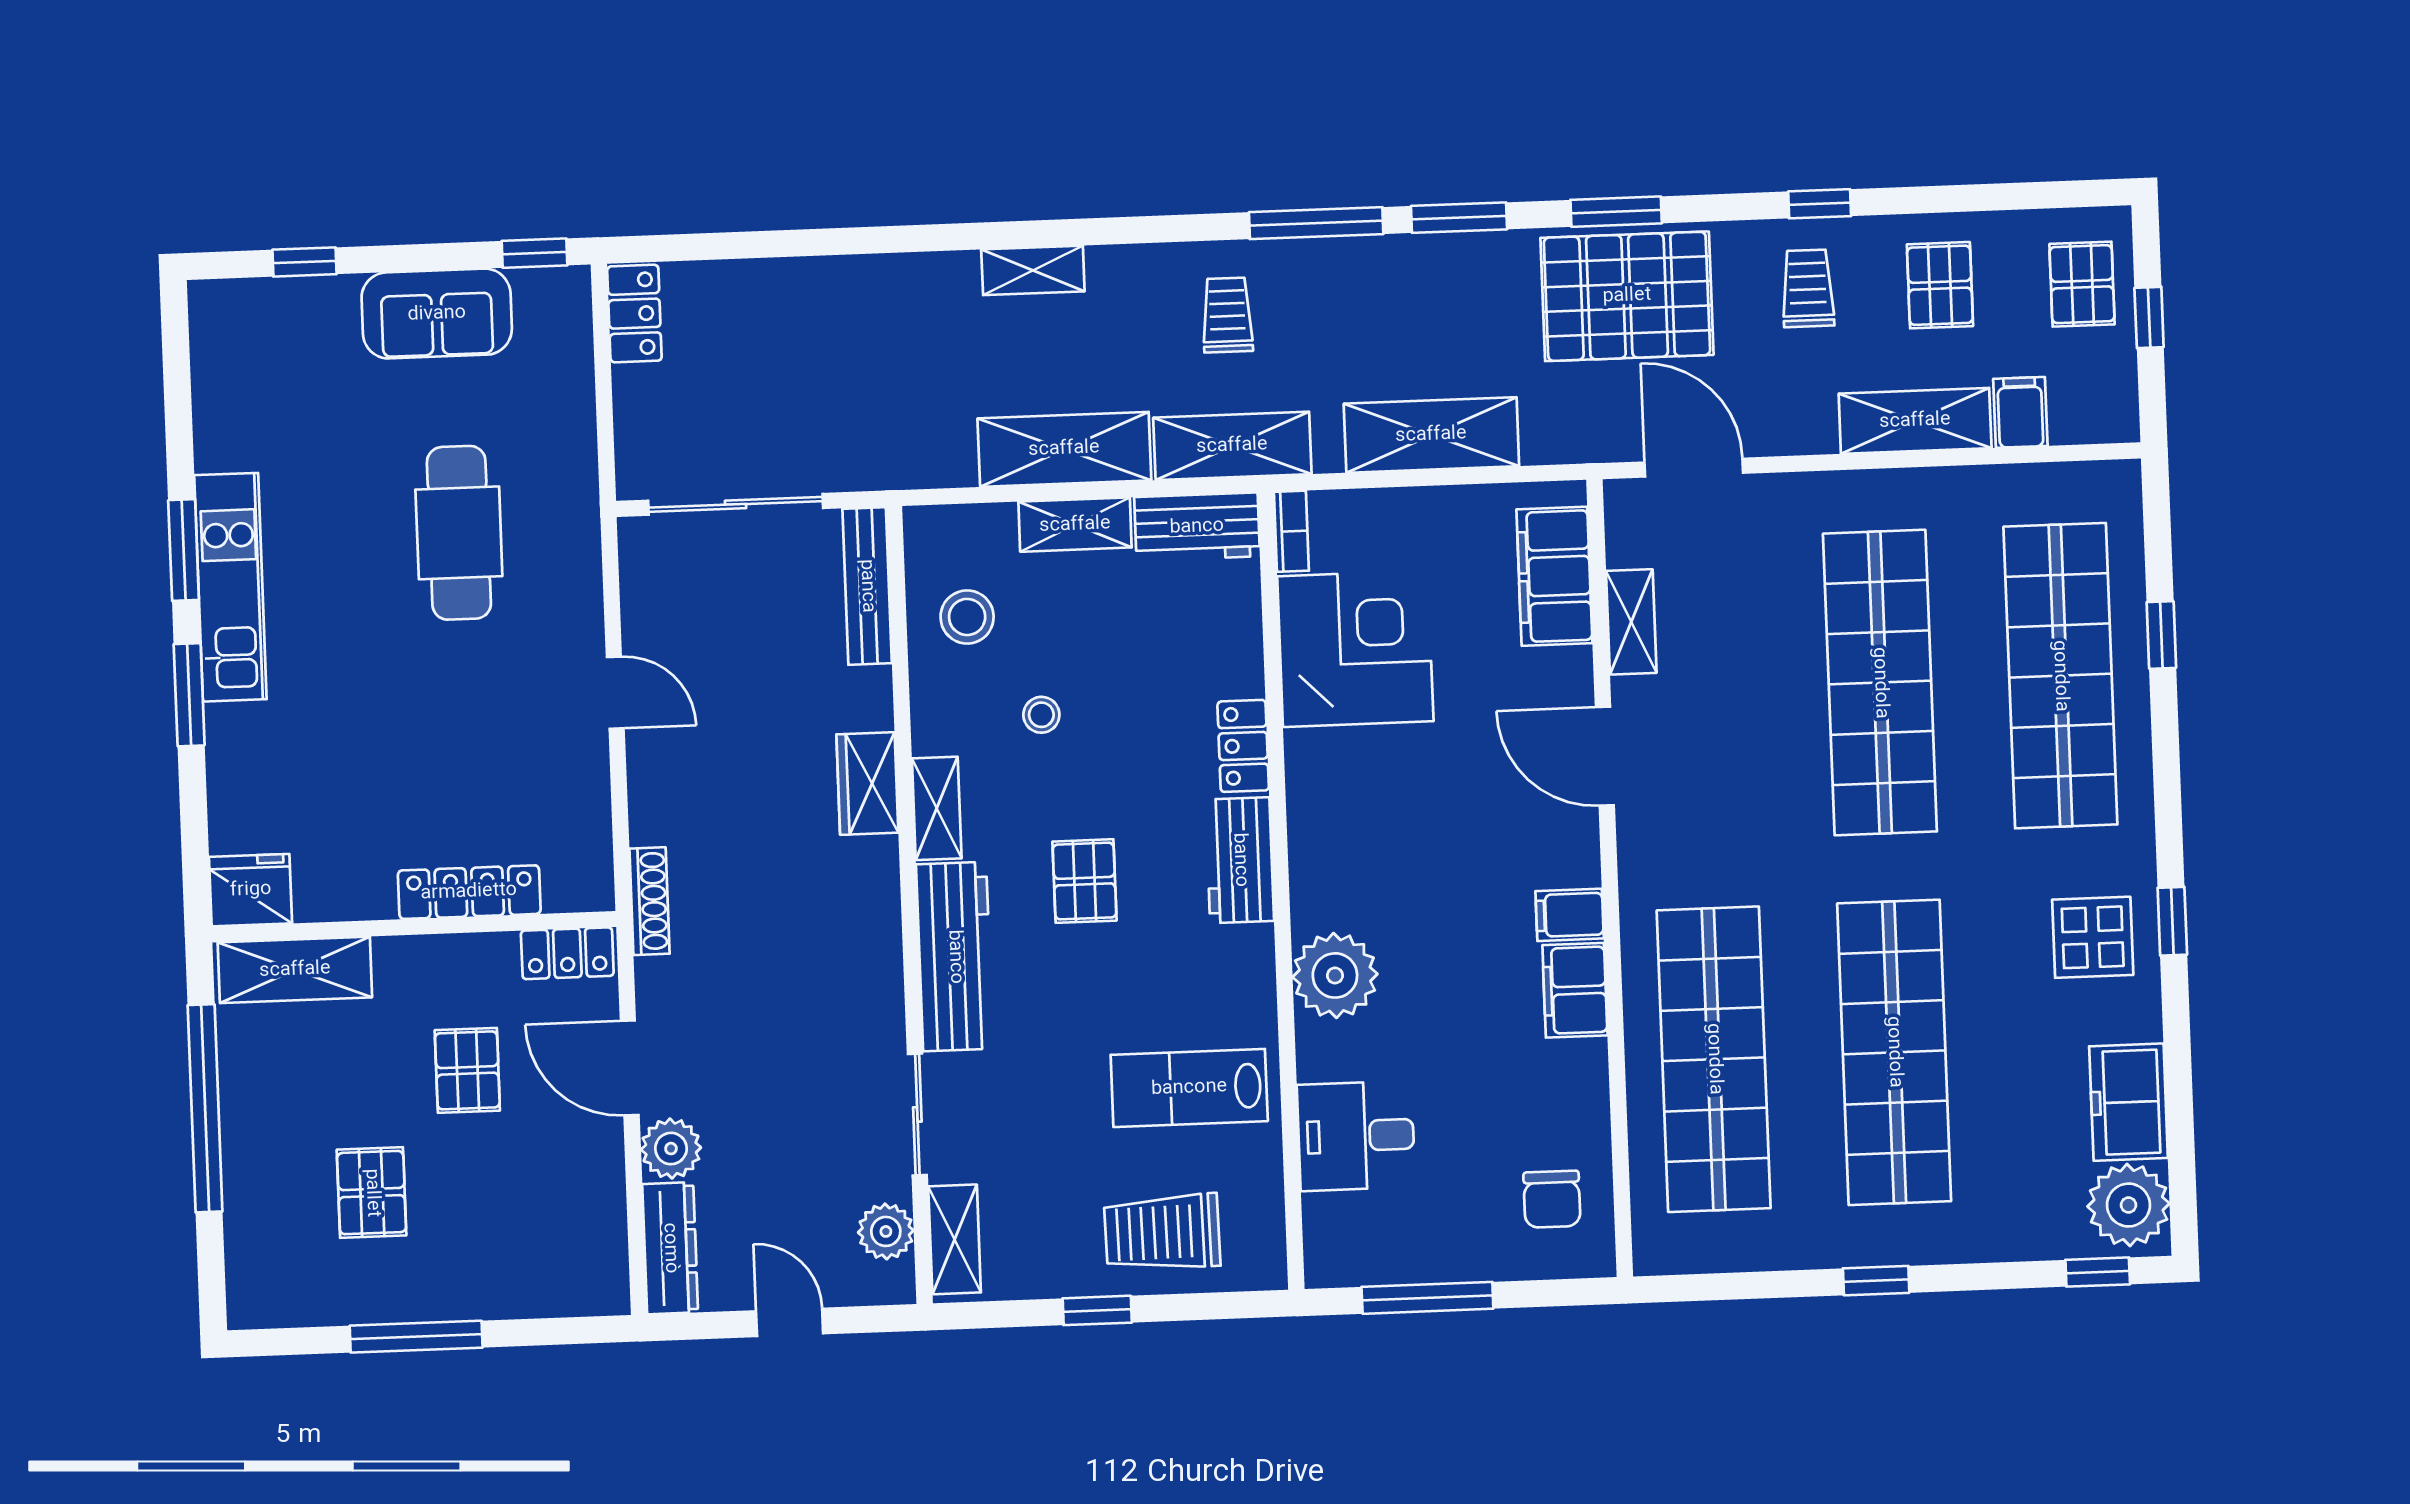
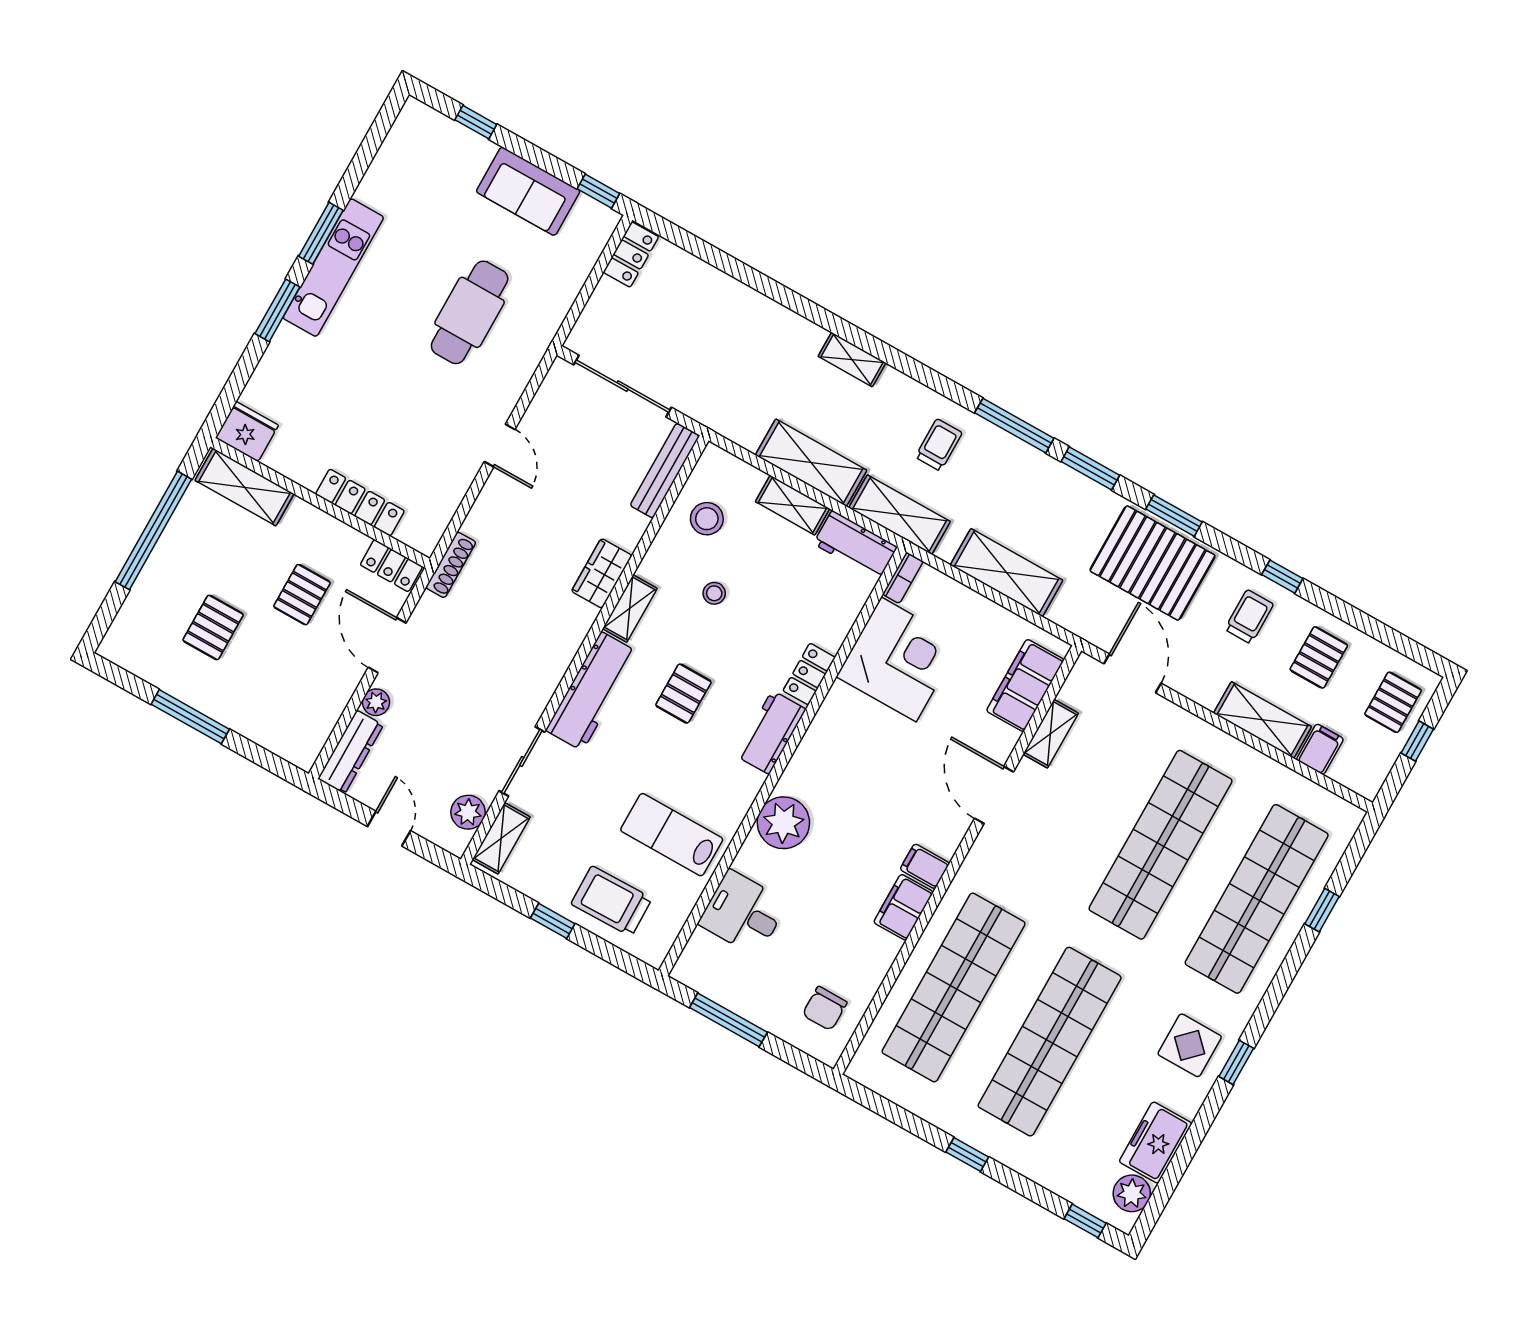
plant: (671, 1149) -> (376, 702), width x0.73, depth x0.73
plant: (2129, 1205) -> (1132, 1193), width x0.73, depth x0.73

